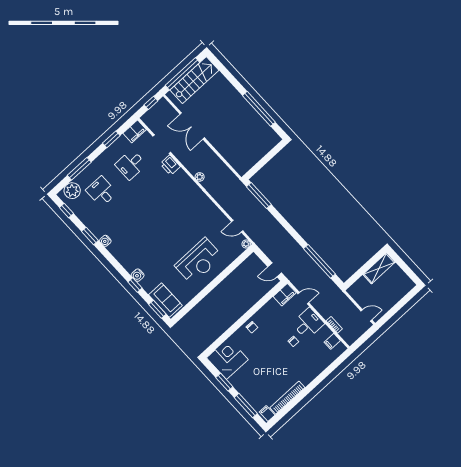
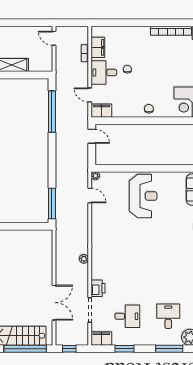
desk: (101, 191) -> (168, 316), turned 180
reception desk: (199, 261) -> (143, 196), turned 90
filing cabinet: (332, 341) -> (98, 47), width x2.00

